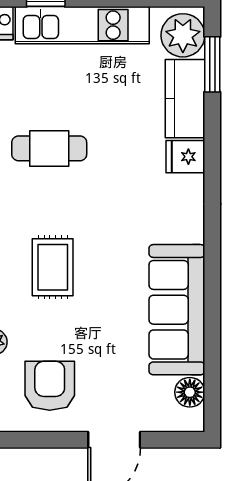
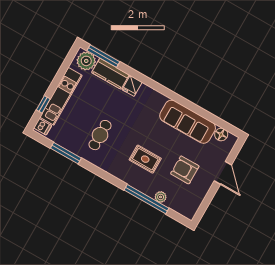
window: (212, 64) -> (103, 56), width x1.44
armchair: (50, 386) -> (185, 170), moved

